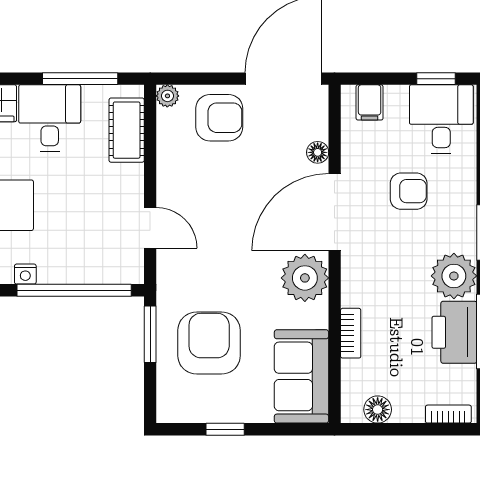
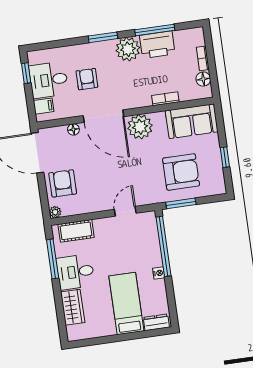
desk: (441, 119) -> (49, 80), moved
armchair: (209, 343) -> (181, 172), turned 180
bookcase: (448, 414) -> (203, 58), moved

